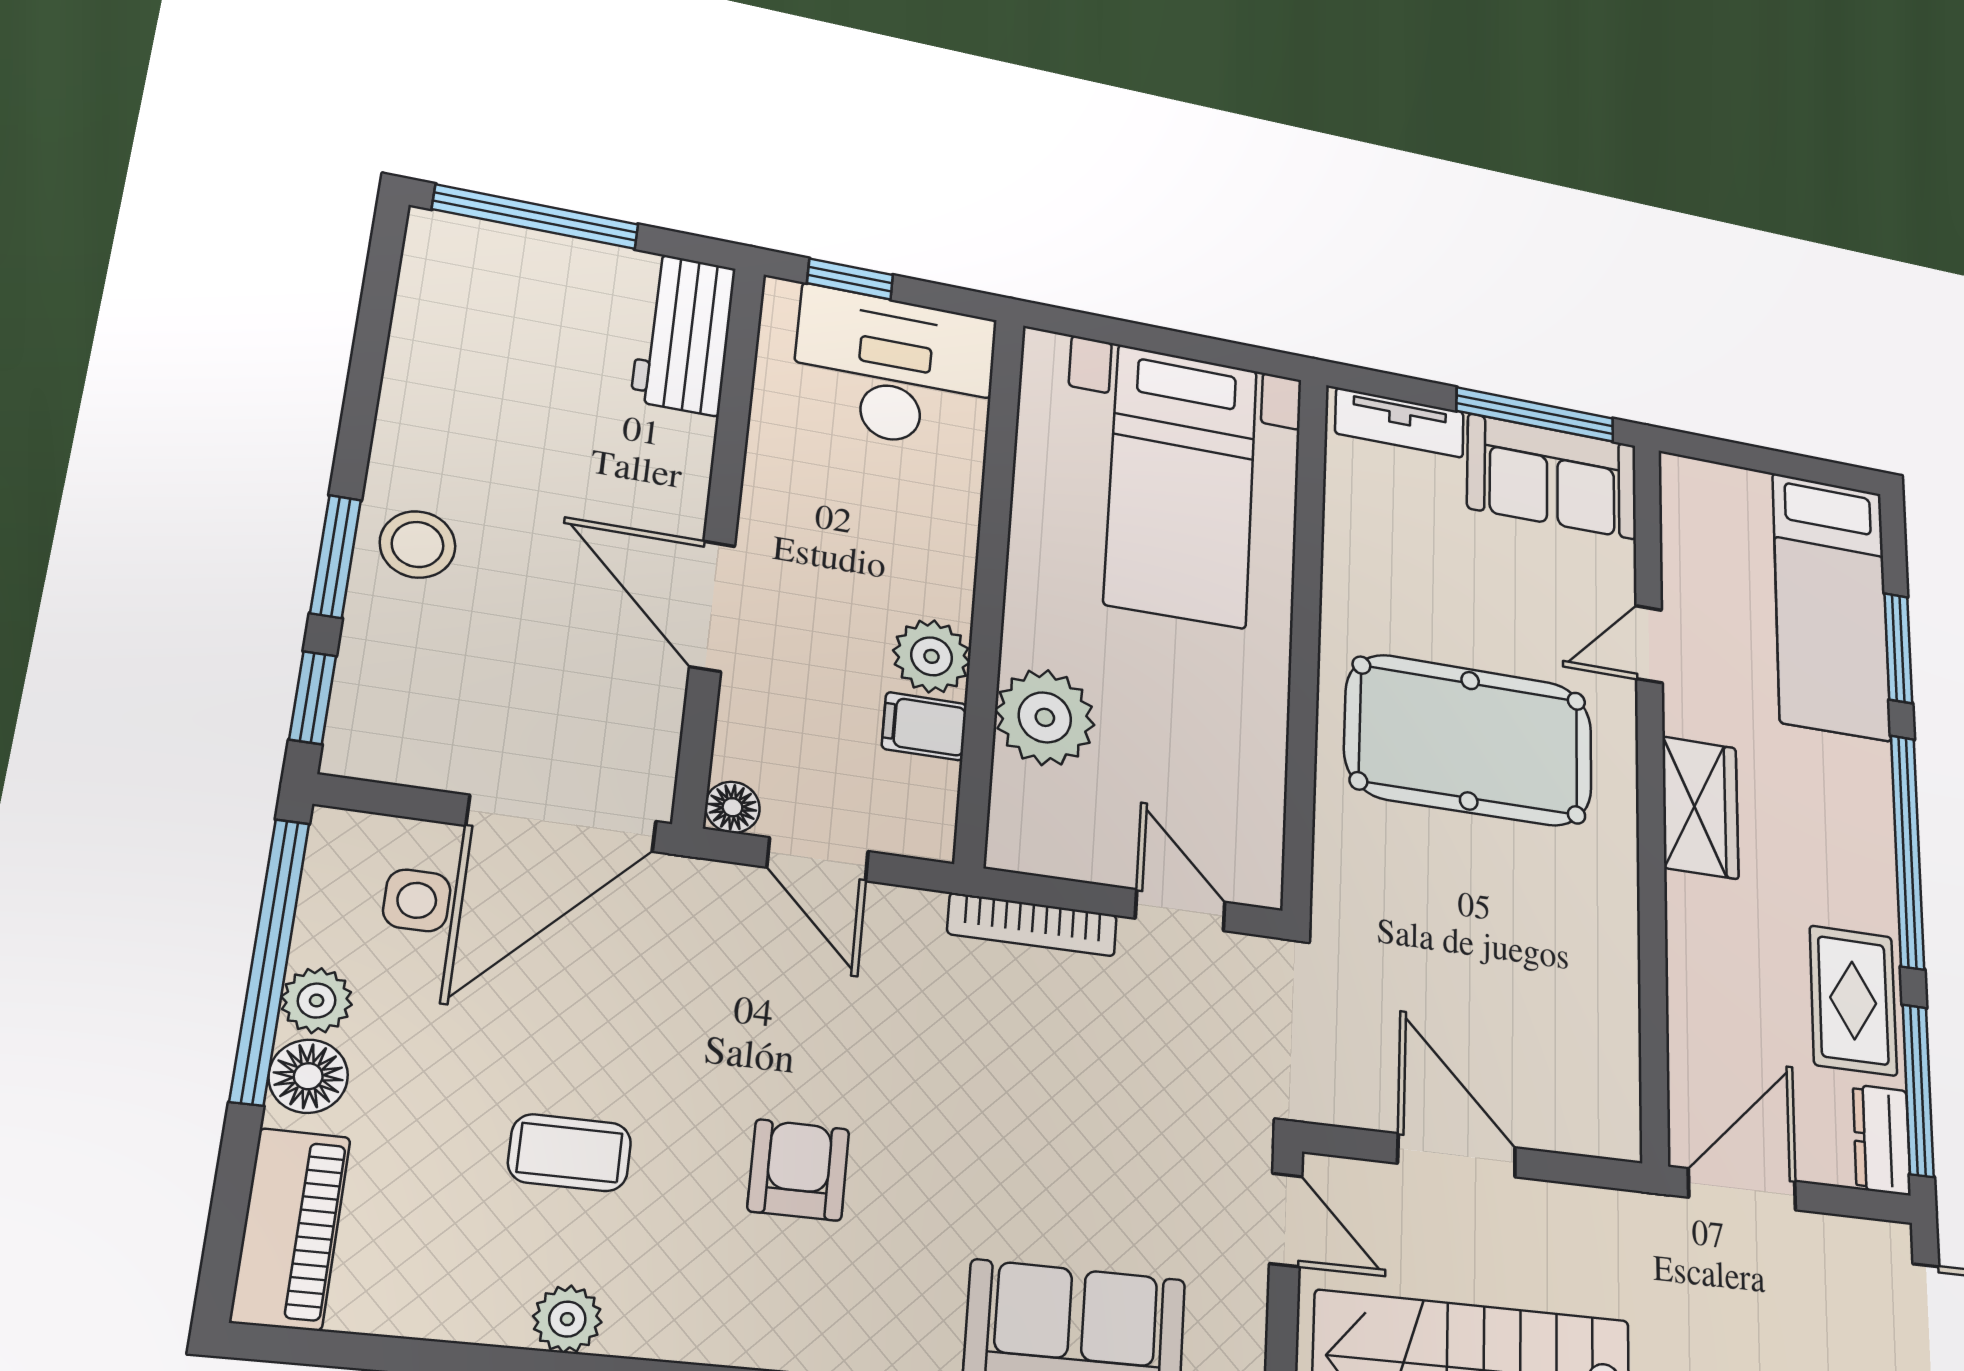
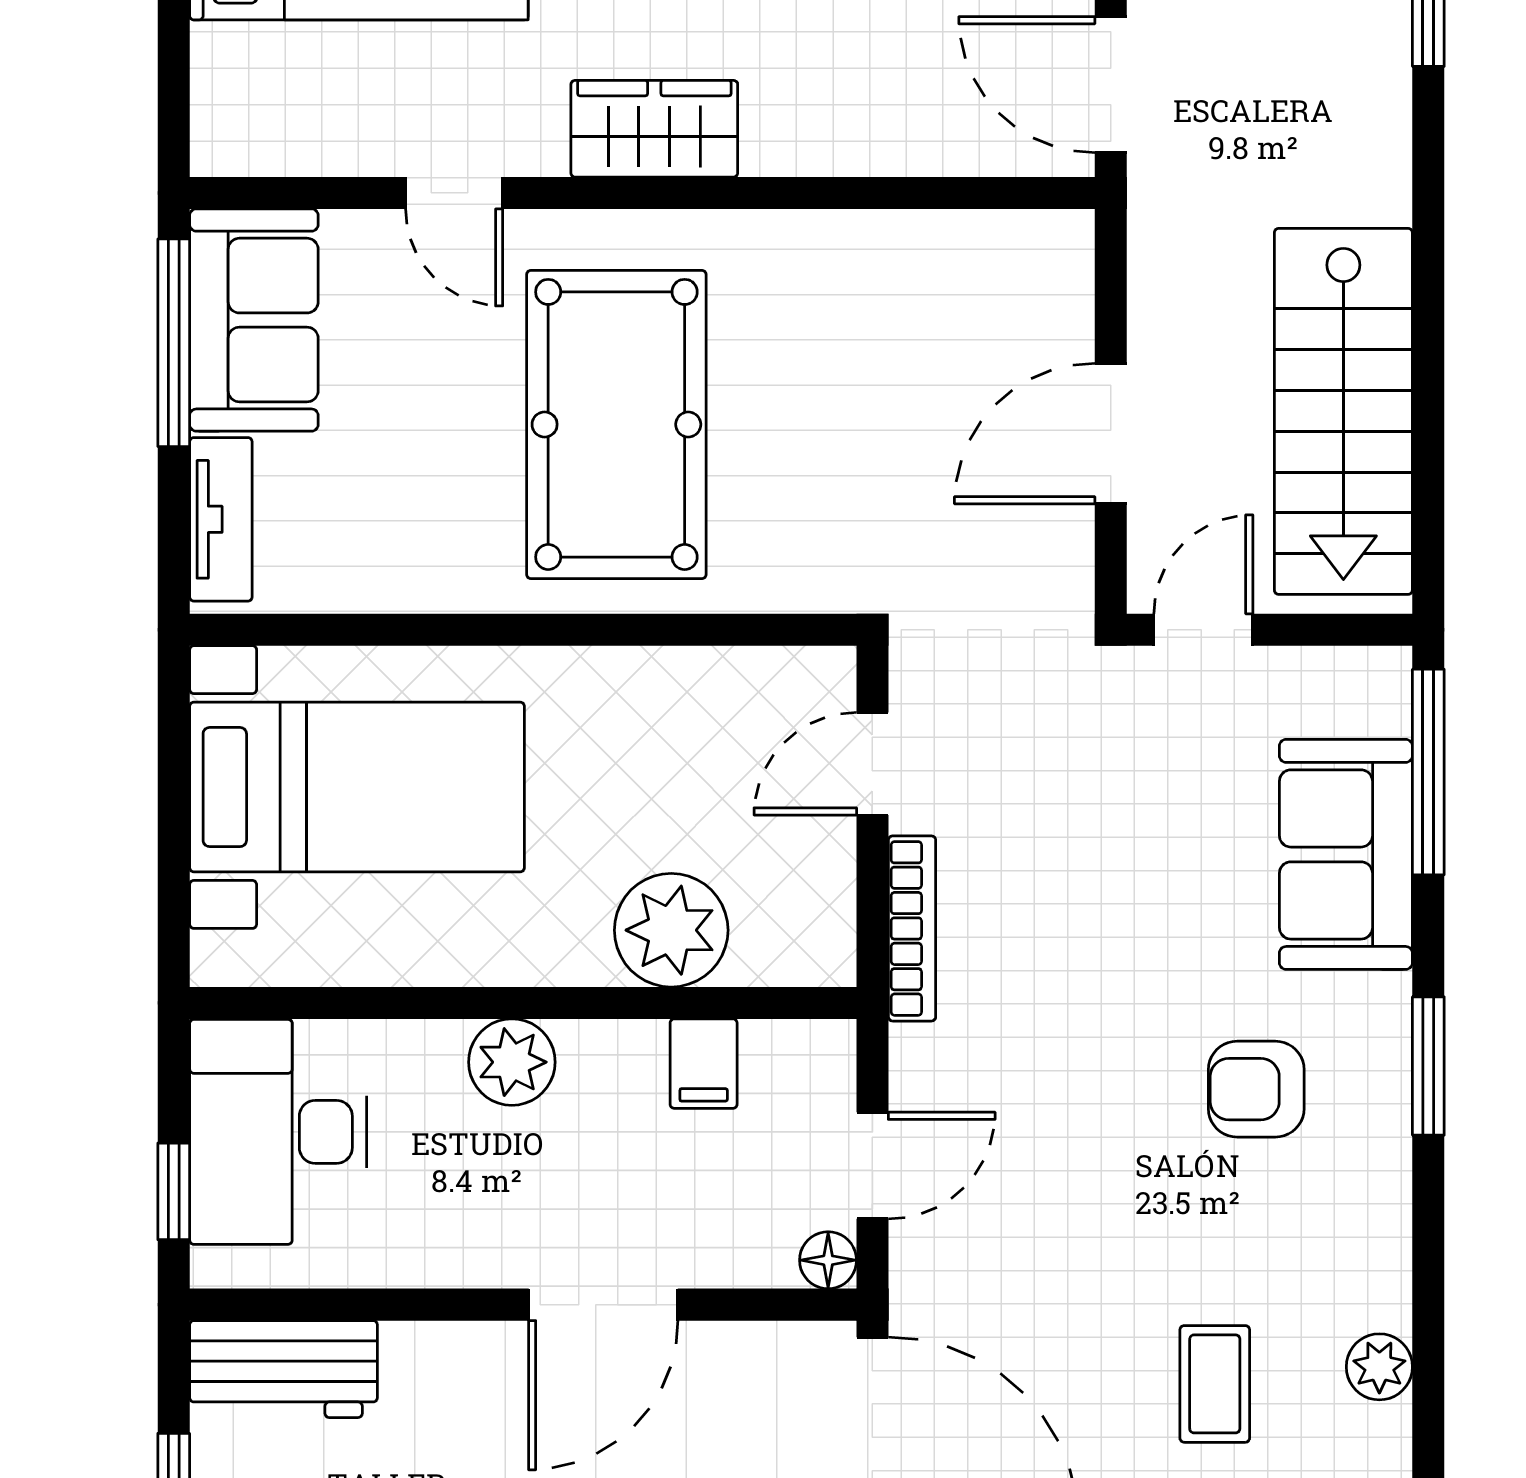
plant: (932, 656) -> (512, 1062), moved
armchair: (798, 1170) -> (1256, 1089), moved

